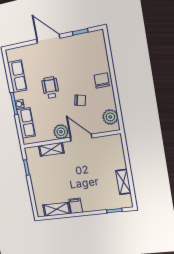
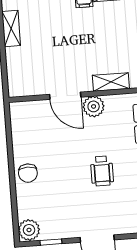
chair: (80, 100) -> (61, 149), removed
plant: (110, 117) -> (29, 230), moved

